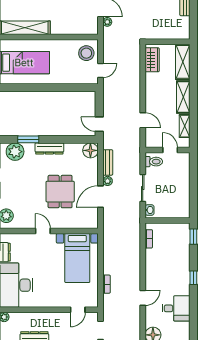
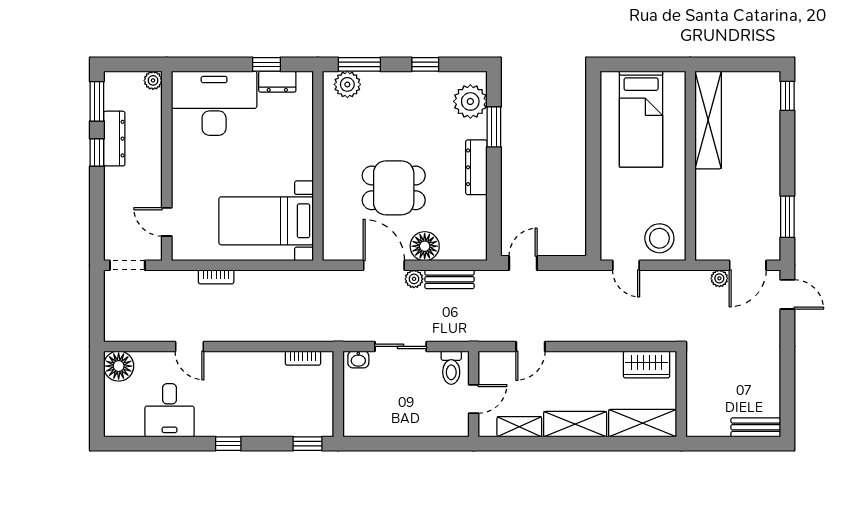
floor lamp: (90, 150) -> (425, 246), moved
door: (43, 231) -> (318, 155), removed

